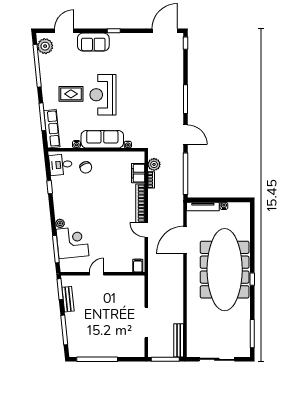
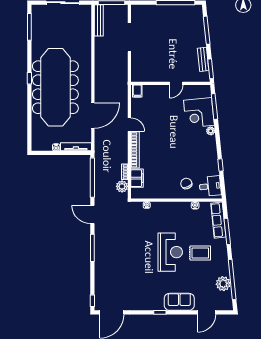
plant: (45, 46) -> (223, 284), moved
sofa: (102, 139) -> (171, 210), removed

